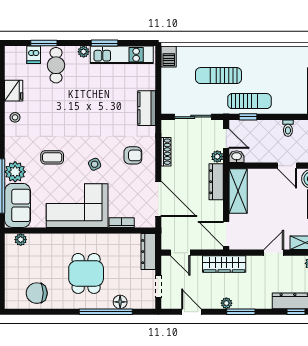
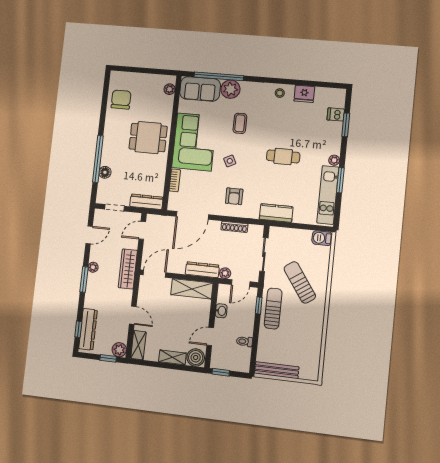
cafe table: (56, 65) -> (283, 156), moved
sun lounger: (219, 76) -> (300, 282), turned -35
sun lounger: (249, 101) -> (273, 309), turned 180
washbasin: (237, 157) -> (221, 311), moved
dining table: (86, 273) -> (148, 138), moved

